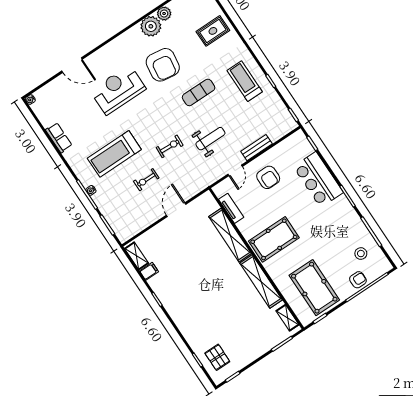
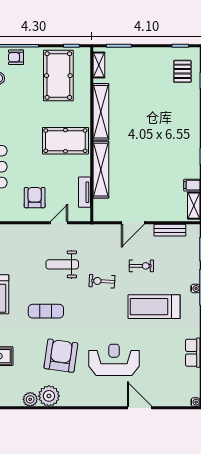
reception desk: (118, 90) -> (114, 360), turned 180
bench: (257, 148) -> (170, 230), moved
treadmill: (114, 154) -> (154, 307), turned 180

